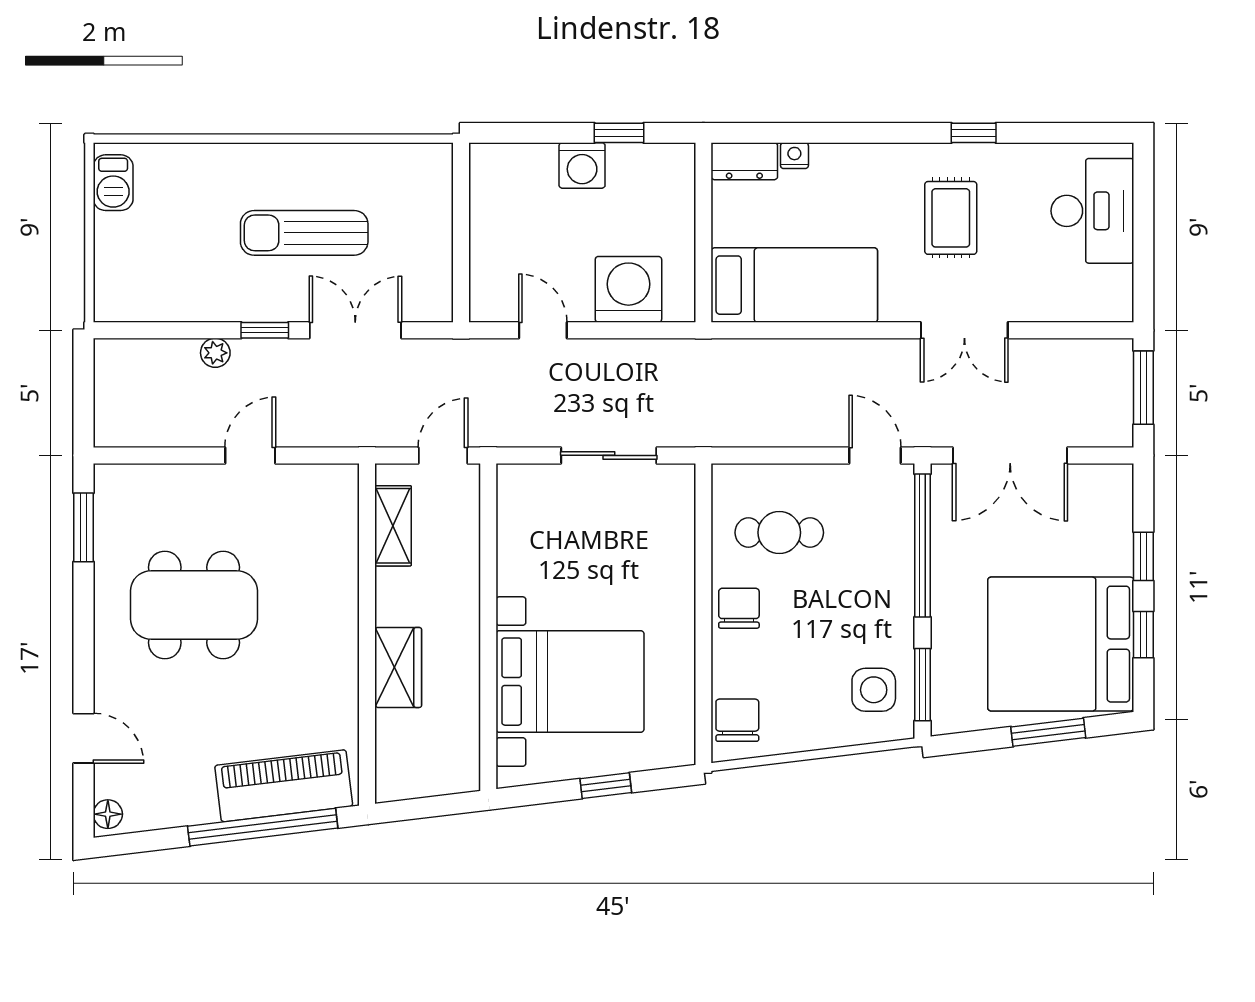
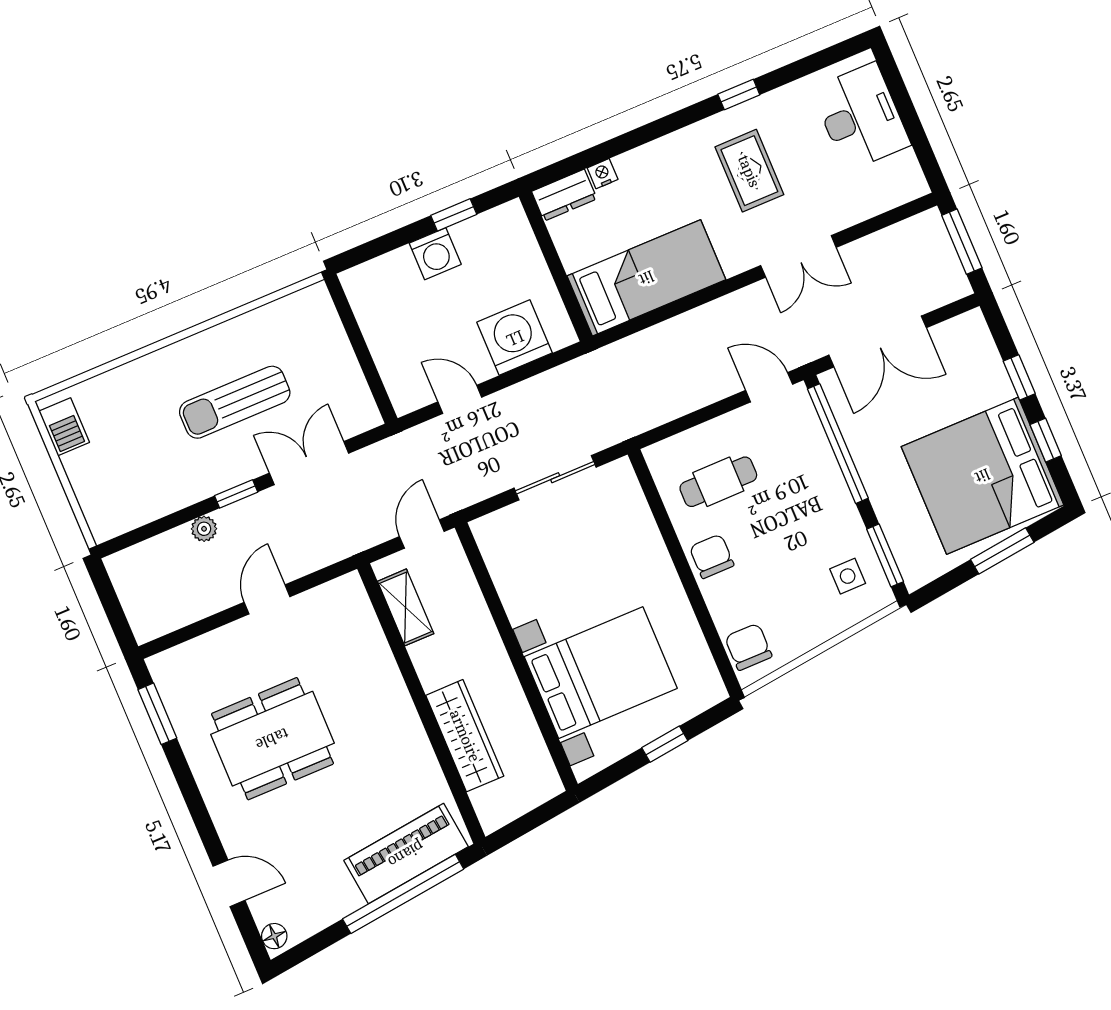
wardrobe: (398, 667) -> (465, 736), width x1.50
side table: (874, 690) -> (848, 576), width x0.73, depth x0.73

